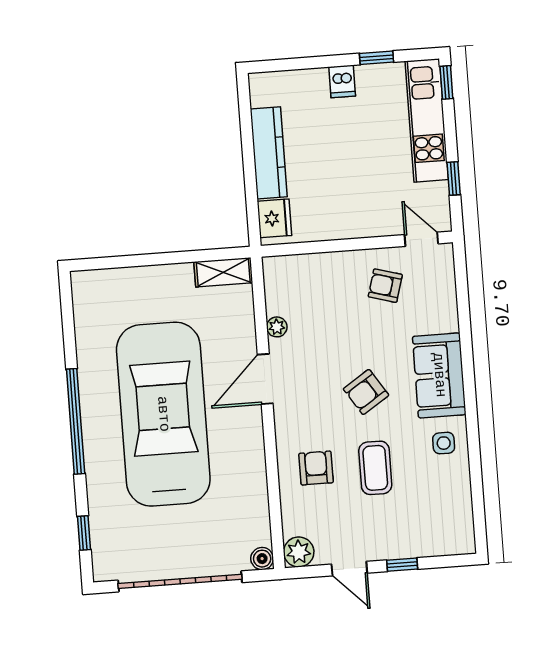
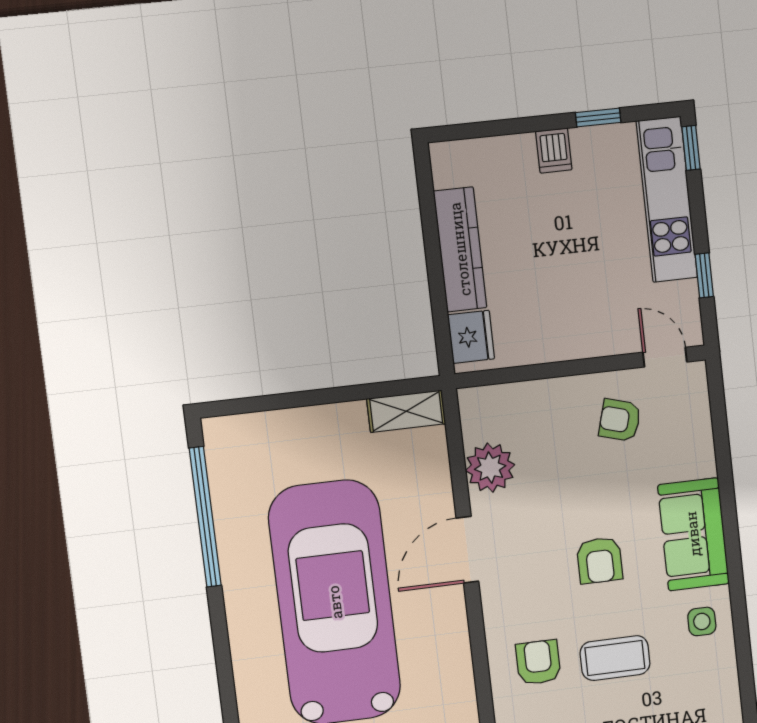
plant: (277, 327) -> (490, 468), width x1.88, depth x1.88
armchair: (366, 392) -> (600, 560), turned -57
window: (76, 421) -> (205, 517), moved
coffee table: (375, 468) -> (615, 658), turned 90

